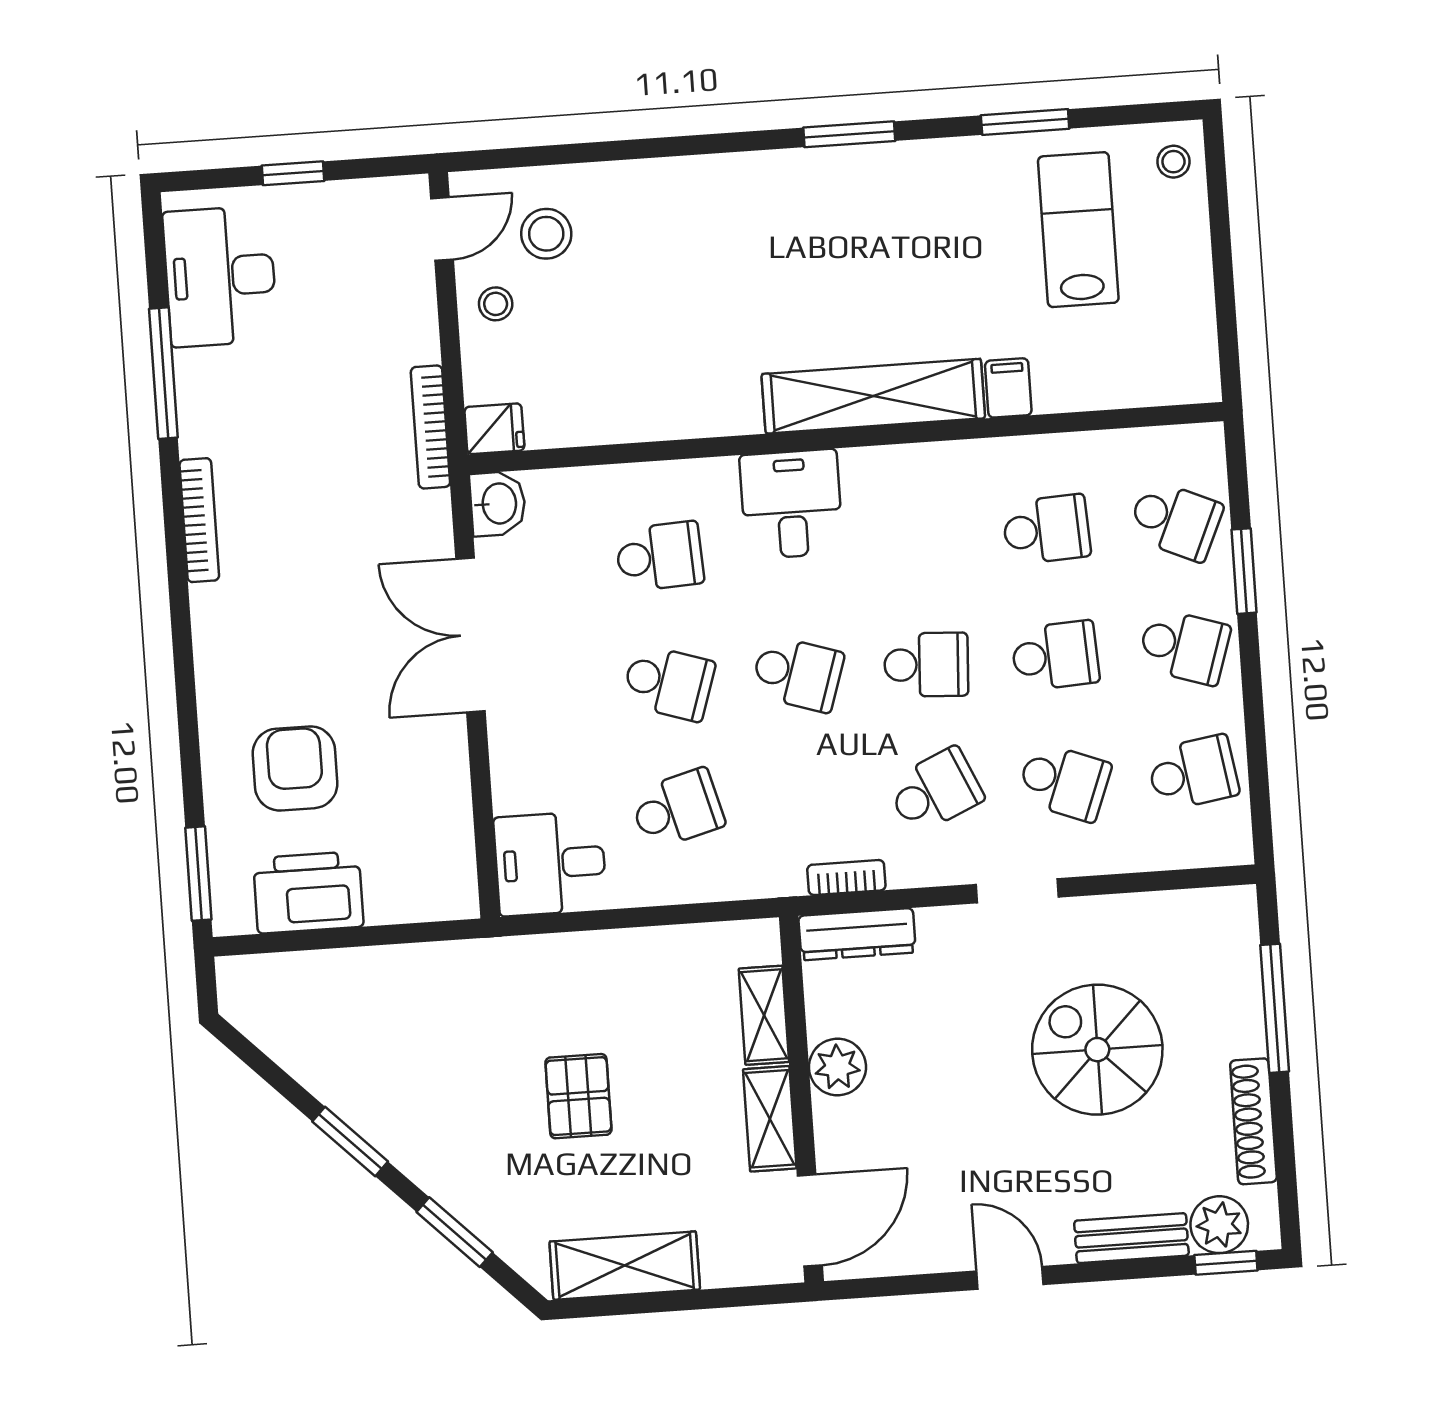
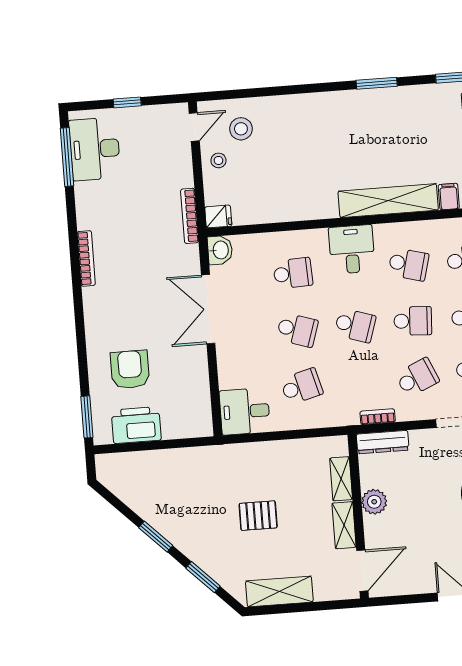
window: (163, 373) -> (67, 157), moved
school desk: (917, 538) -> (408, 264), added
pallet: (578, 1096) -> (258, 516), turned 90

